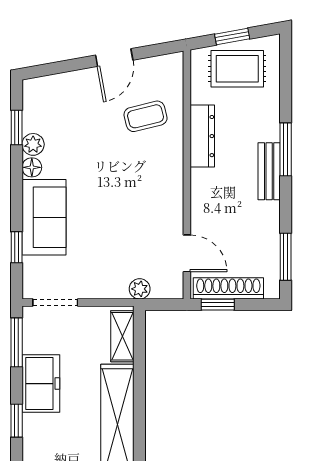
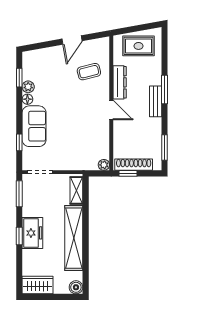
window: (232, 37) -> (136, 29), removed
door: (187, 253) -> (111, 110), moved
plant: (140, 289) -> (104, 165), moved
freezer: (41, 384) -> (32, 233), moved

